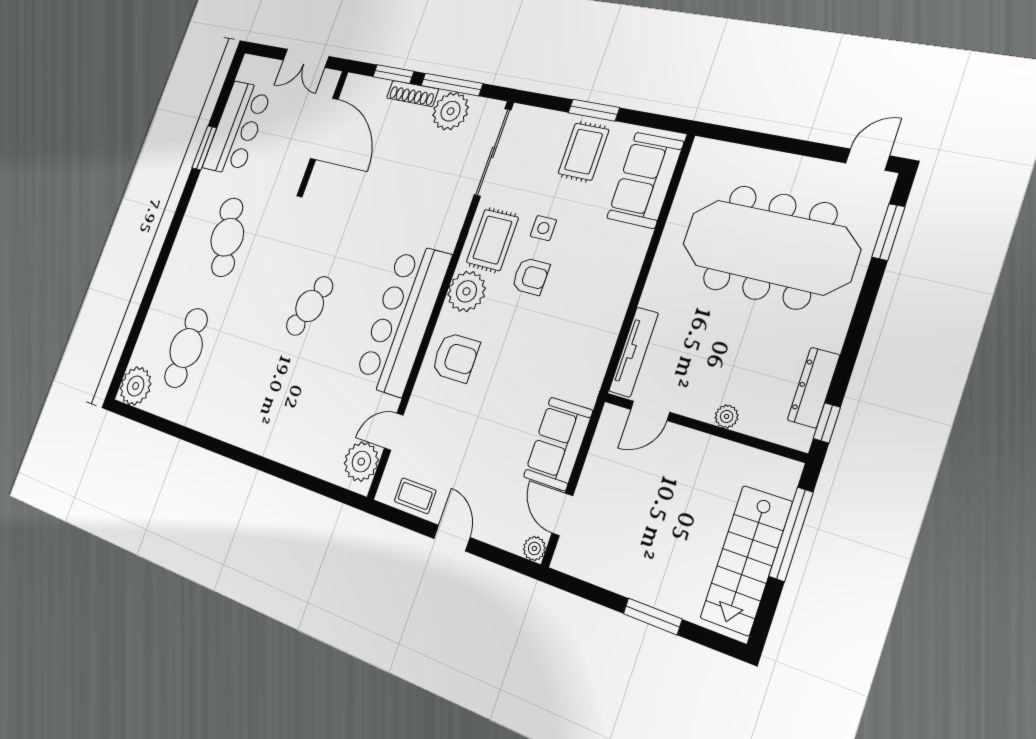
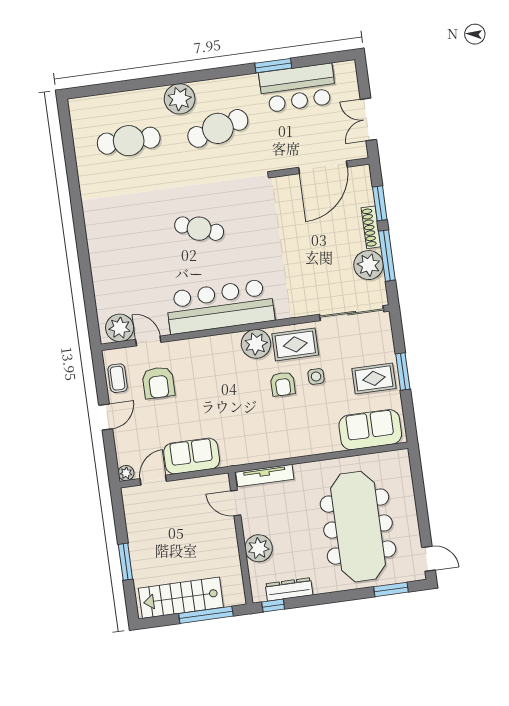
armchair: (455, 357) -> (158, 383), moved
plant: (136, 386) -> (180, 99), moved
plant: (727, 416) -> (259, 548), width x1.88, depth x1.88

